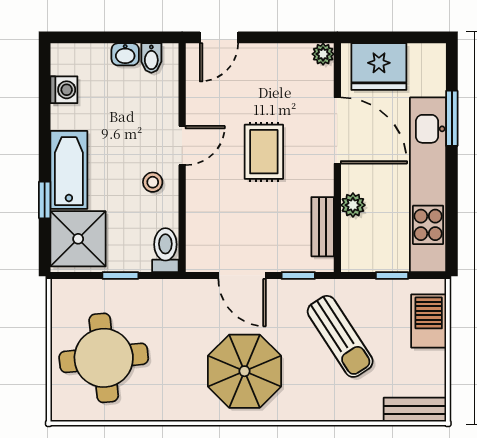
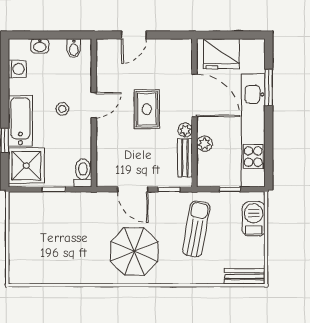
door: (219, 37) -> (134, 35), moved
washbasin: (125, 54) -> (40, 46), moved
plant: (323, 54) -> (185, 130), moved
stool: (153, 182) -> (62, 109), moved
sun lounger: (340, 336) -> (196, 229), turned -137
round table: (104, 358) -> (43, 243), removed

